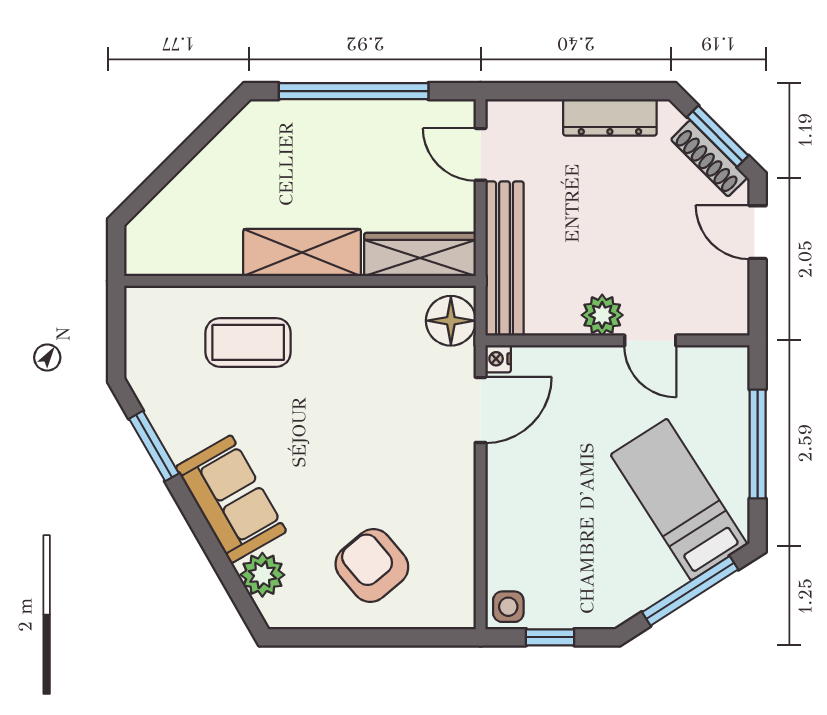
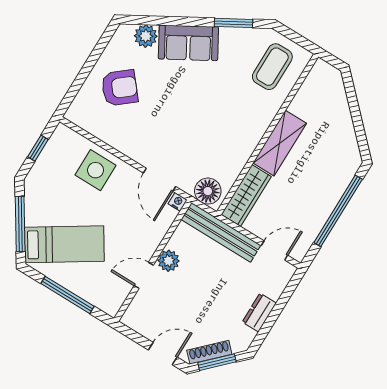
dresser: (610, 117) -> (259, 313), width x0.70
coffee table: (248, 342) -> (272, 67), moved
side table: (508, 607) -> (96, 170), moved, width x1.87, depth x1.87

